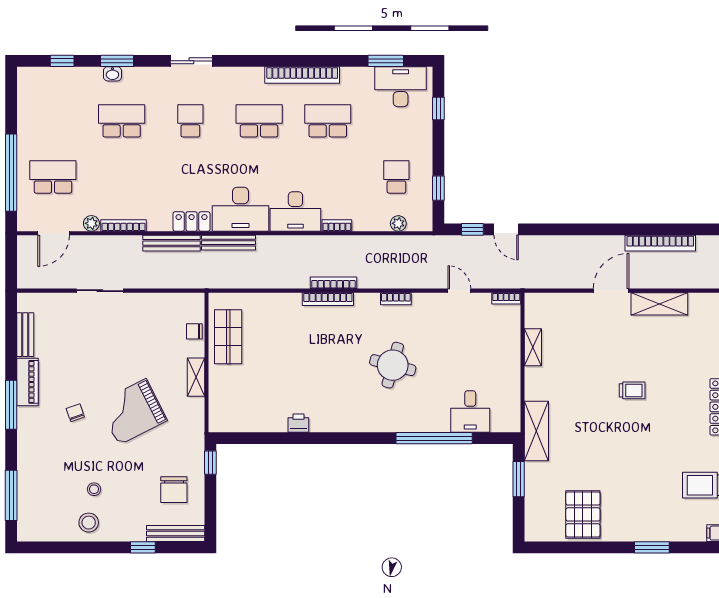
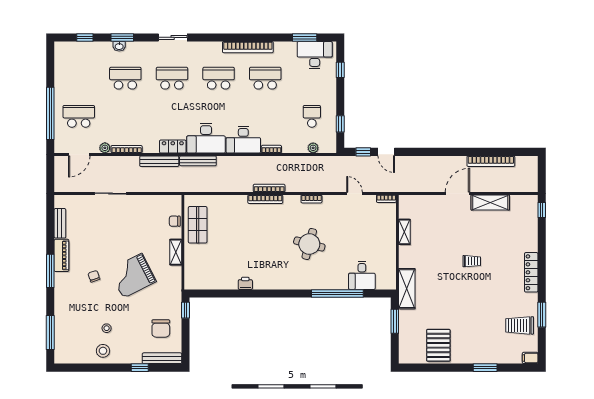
school desk: (190, 121) -> (172, 78), width x1.85

